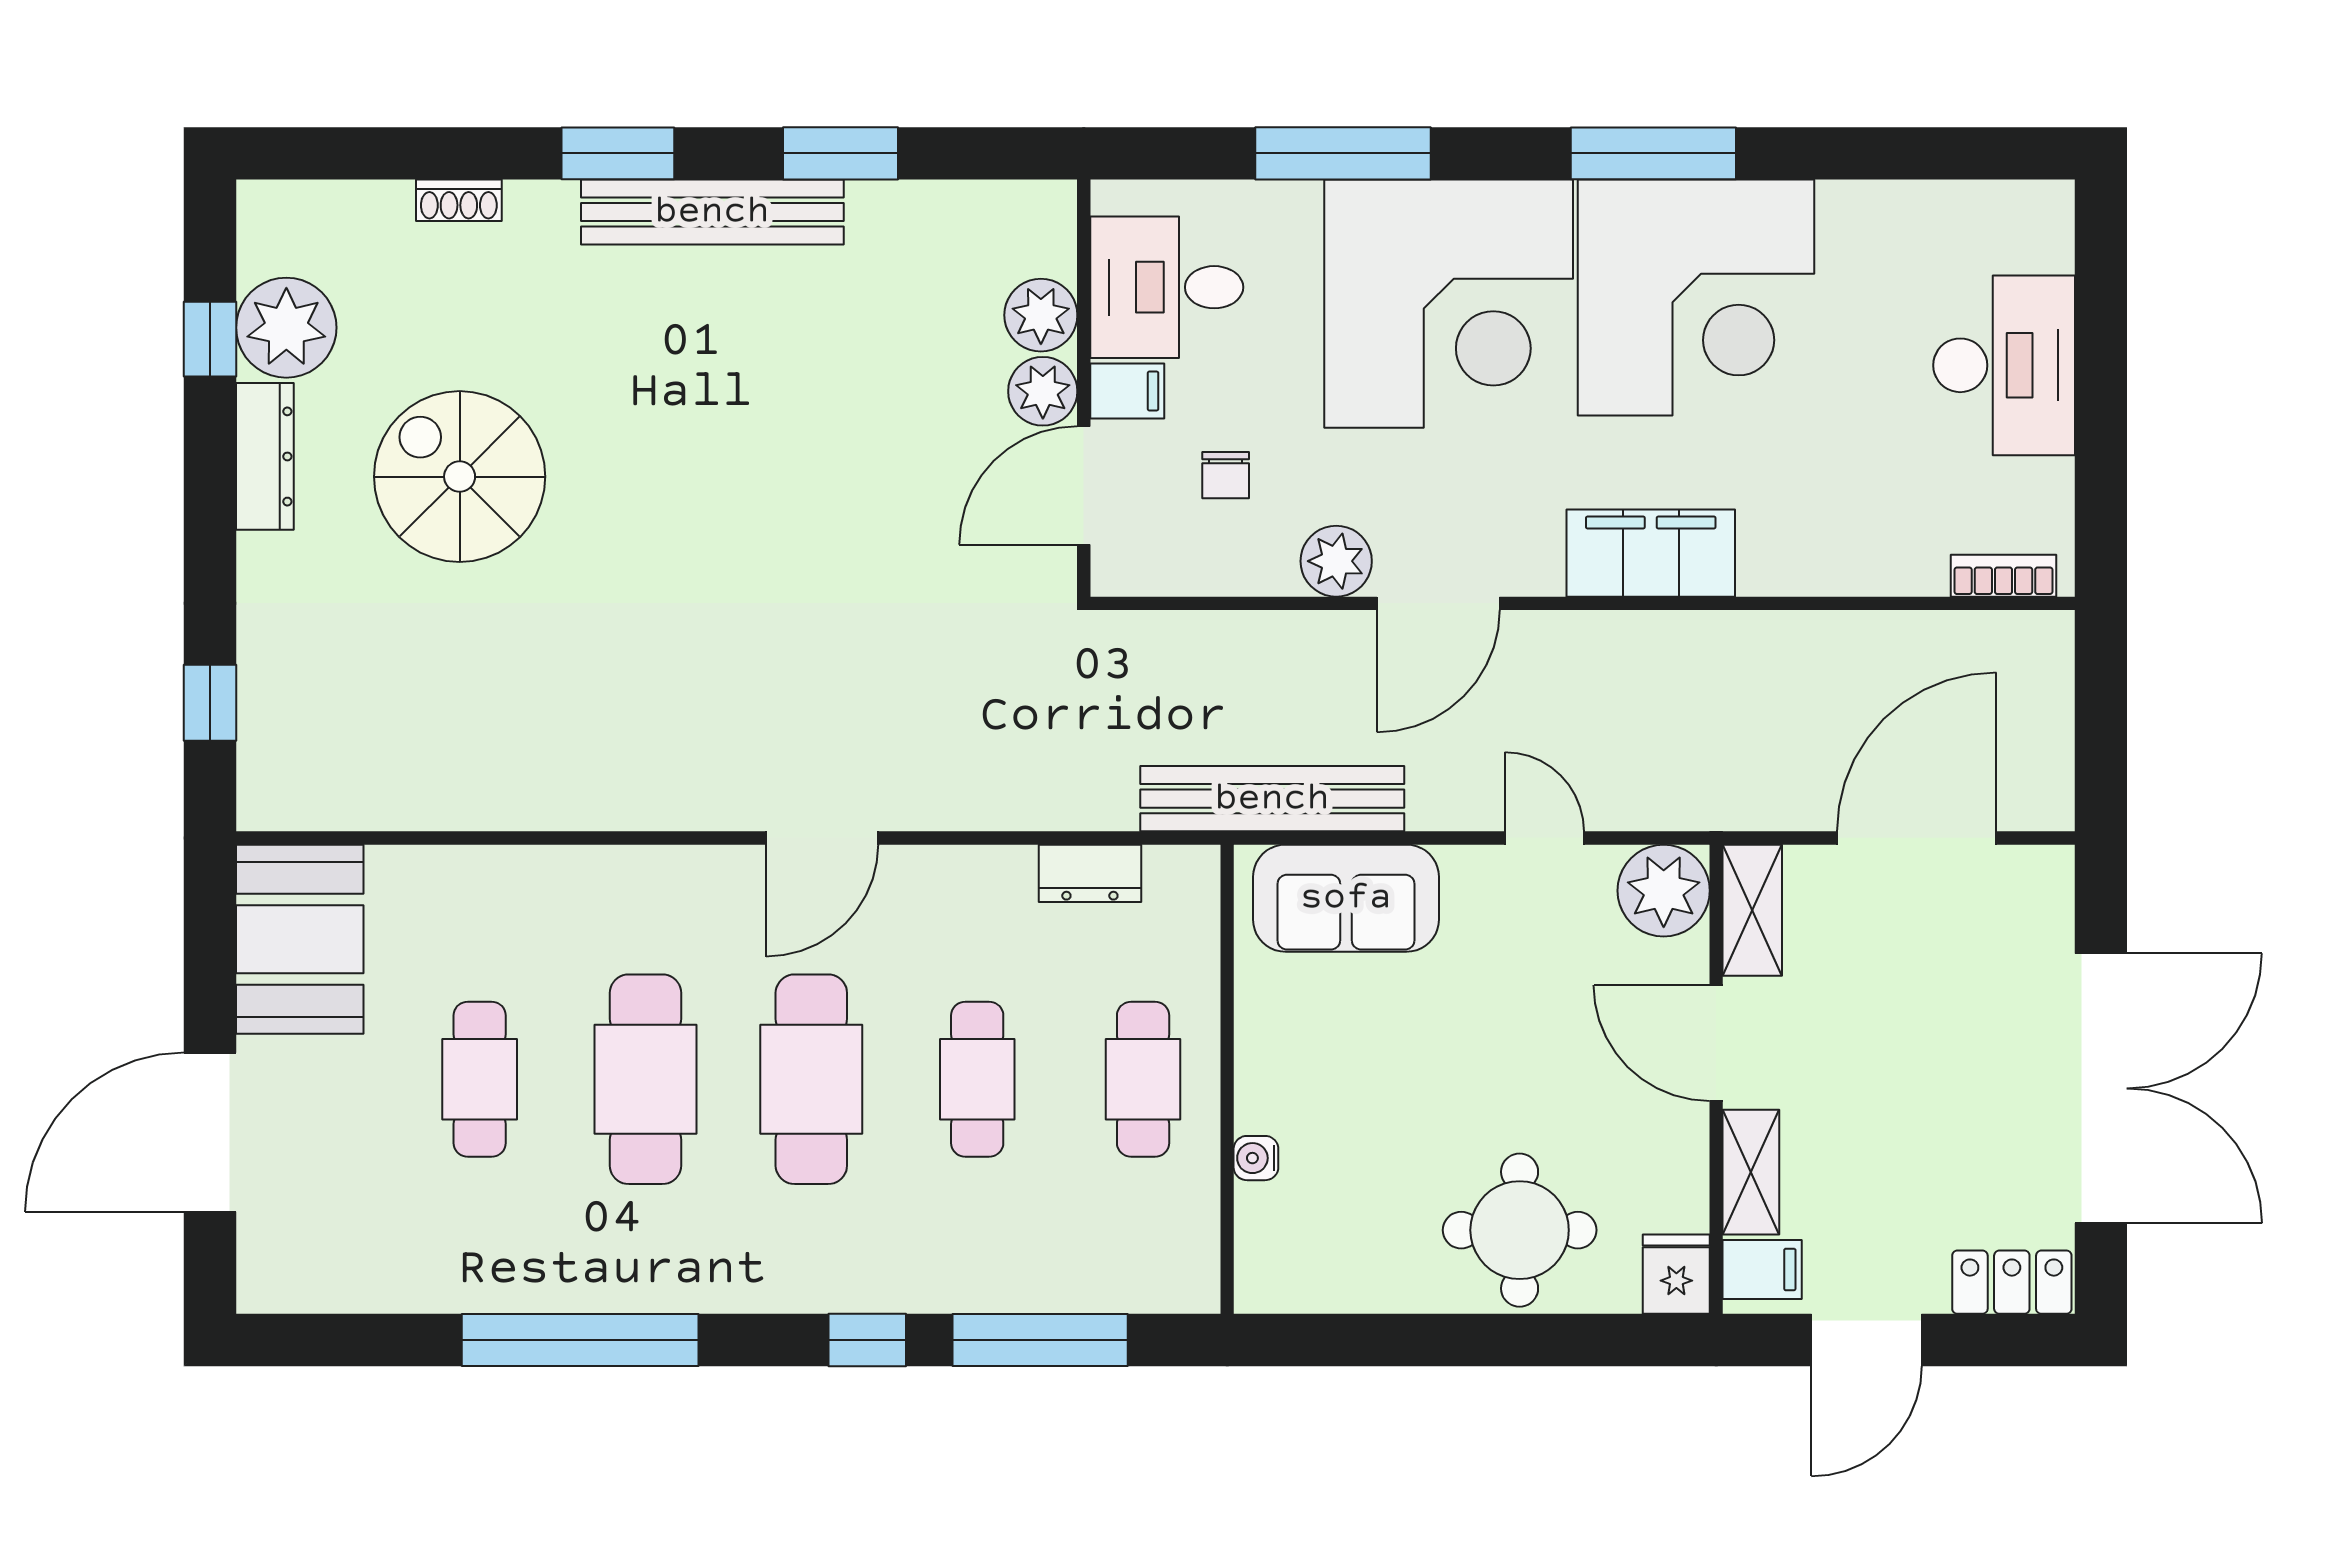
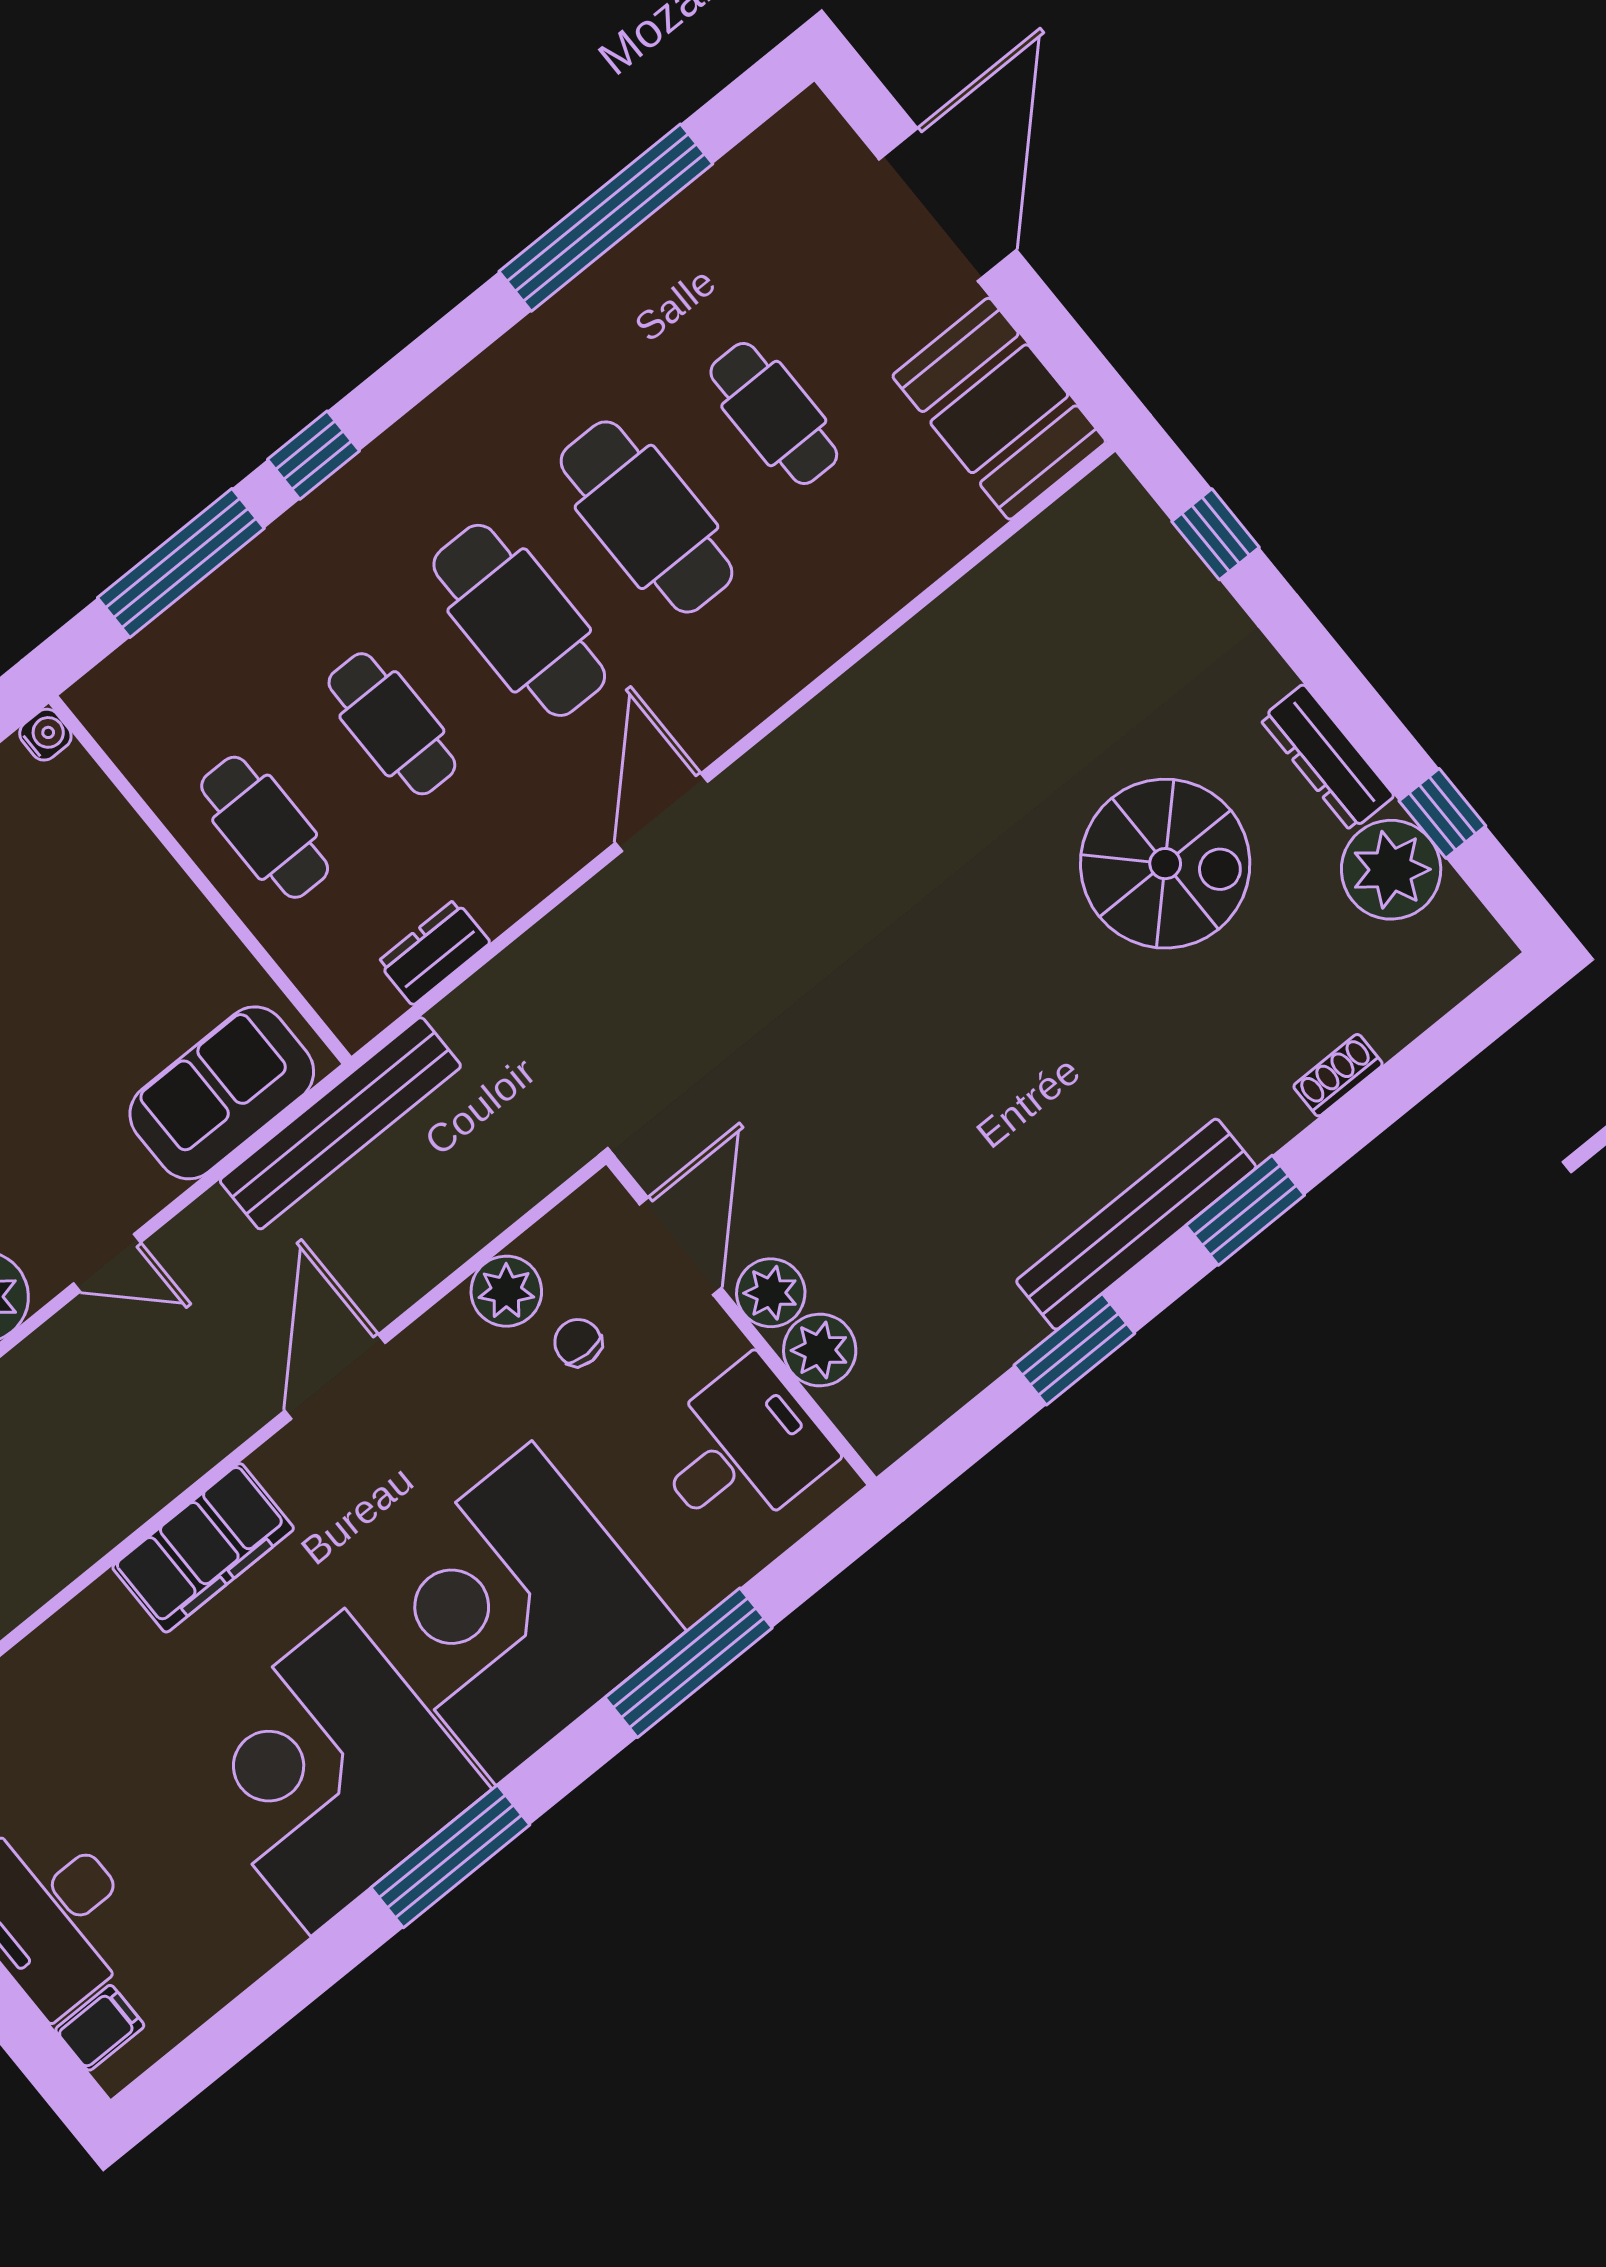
filing cabinet: (1127, 391) -> (100, 2028), moved, turned 180
plant: (1336, 561) -> (506, 1291), moved
water cooler: (1256, 1158) -> (45, 735), moved
window: (580, 1340) -> (606, 218), moved

